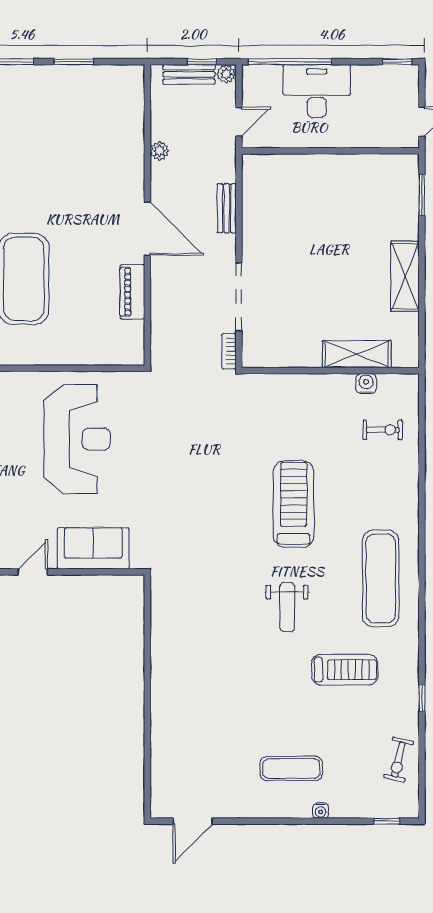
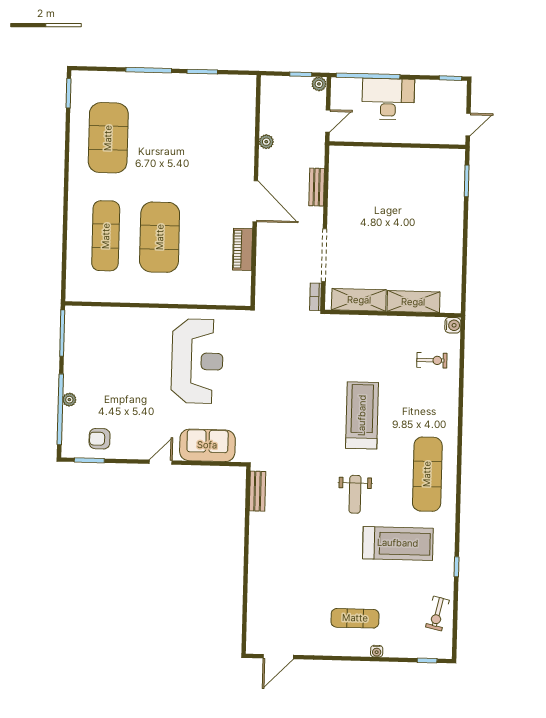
bench: (189, 74) -> (257, 491), moved, turned 90
shelving: (405, 276) -> (359, 300), moved, turned 90
water cooler: (366, 384) -> (453, 325), moved, turned 90
treadmill: (345, 670) -> (398, 543), width x1.37, depth x1.37

